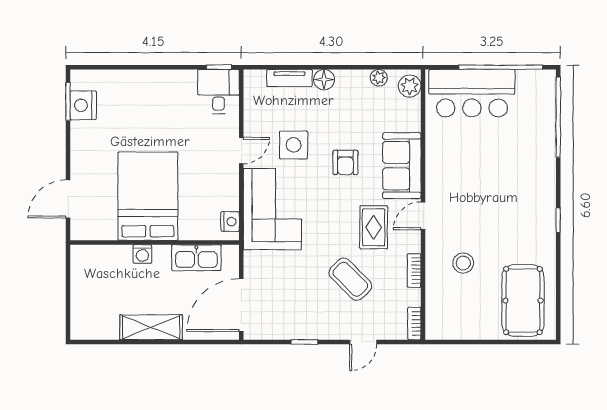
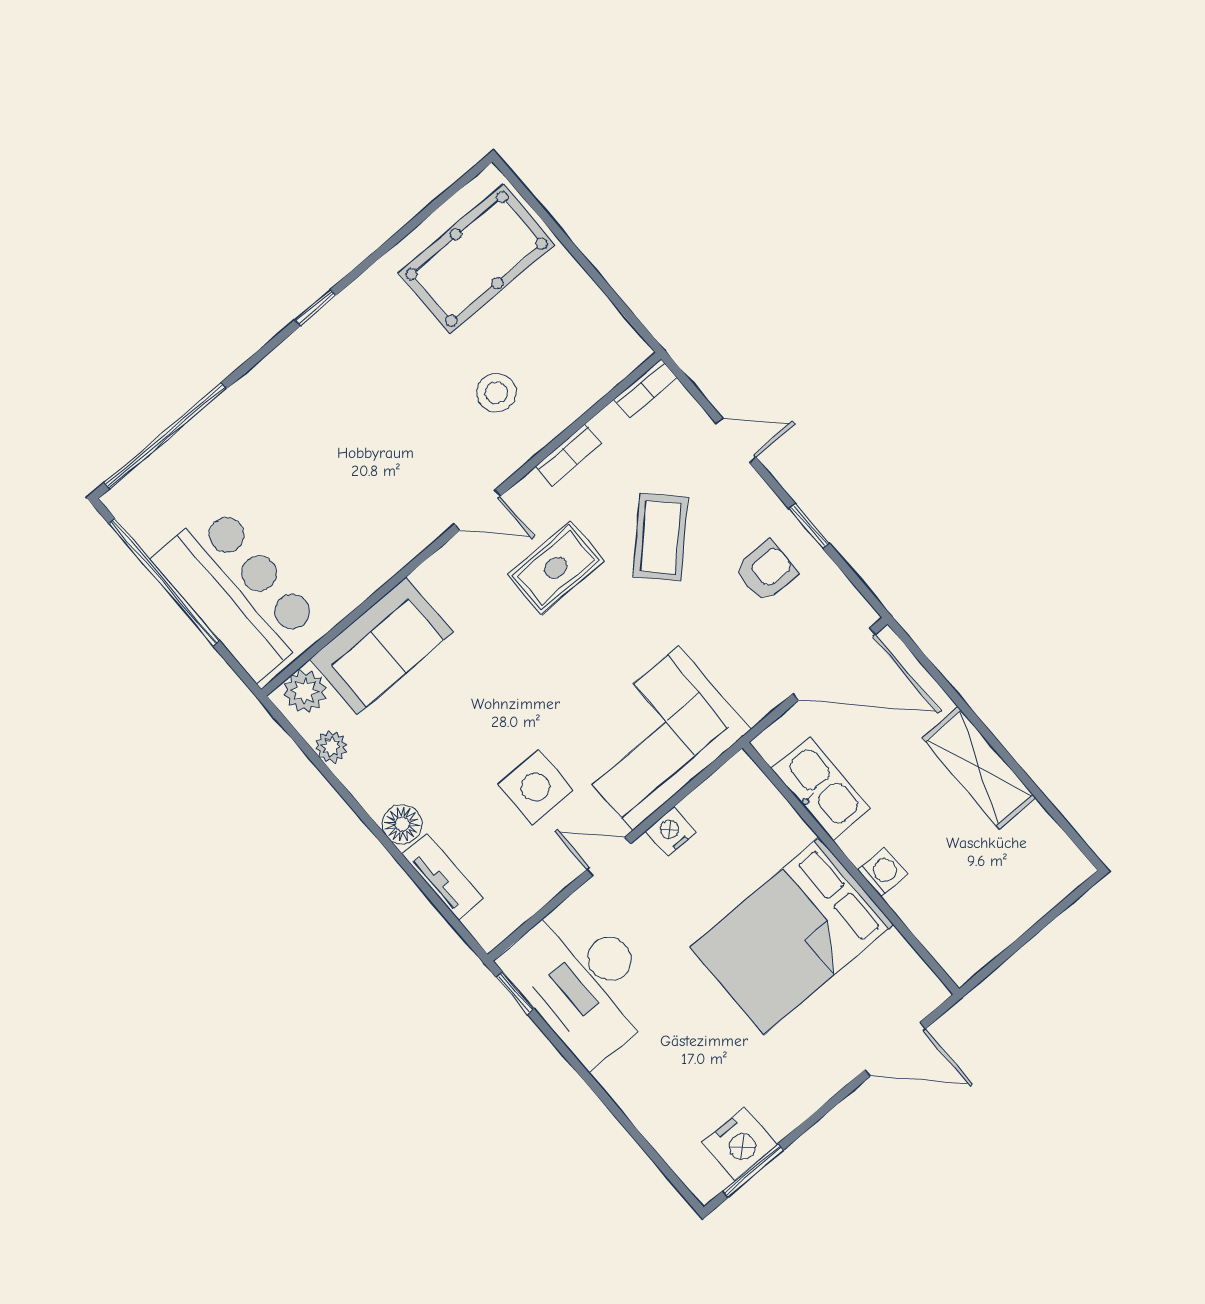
desk: (218, 92) -> (583, 981), width x1.87, depth x1.30
armchair: (345, 162) -> (766, 571), moved
sofa: (402, 166) -> (382, 646), moved
nightstand: (230, 222) -> (671, 832), moved

